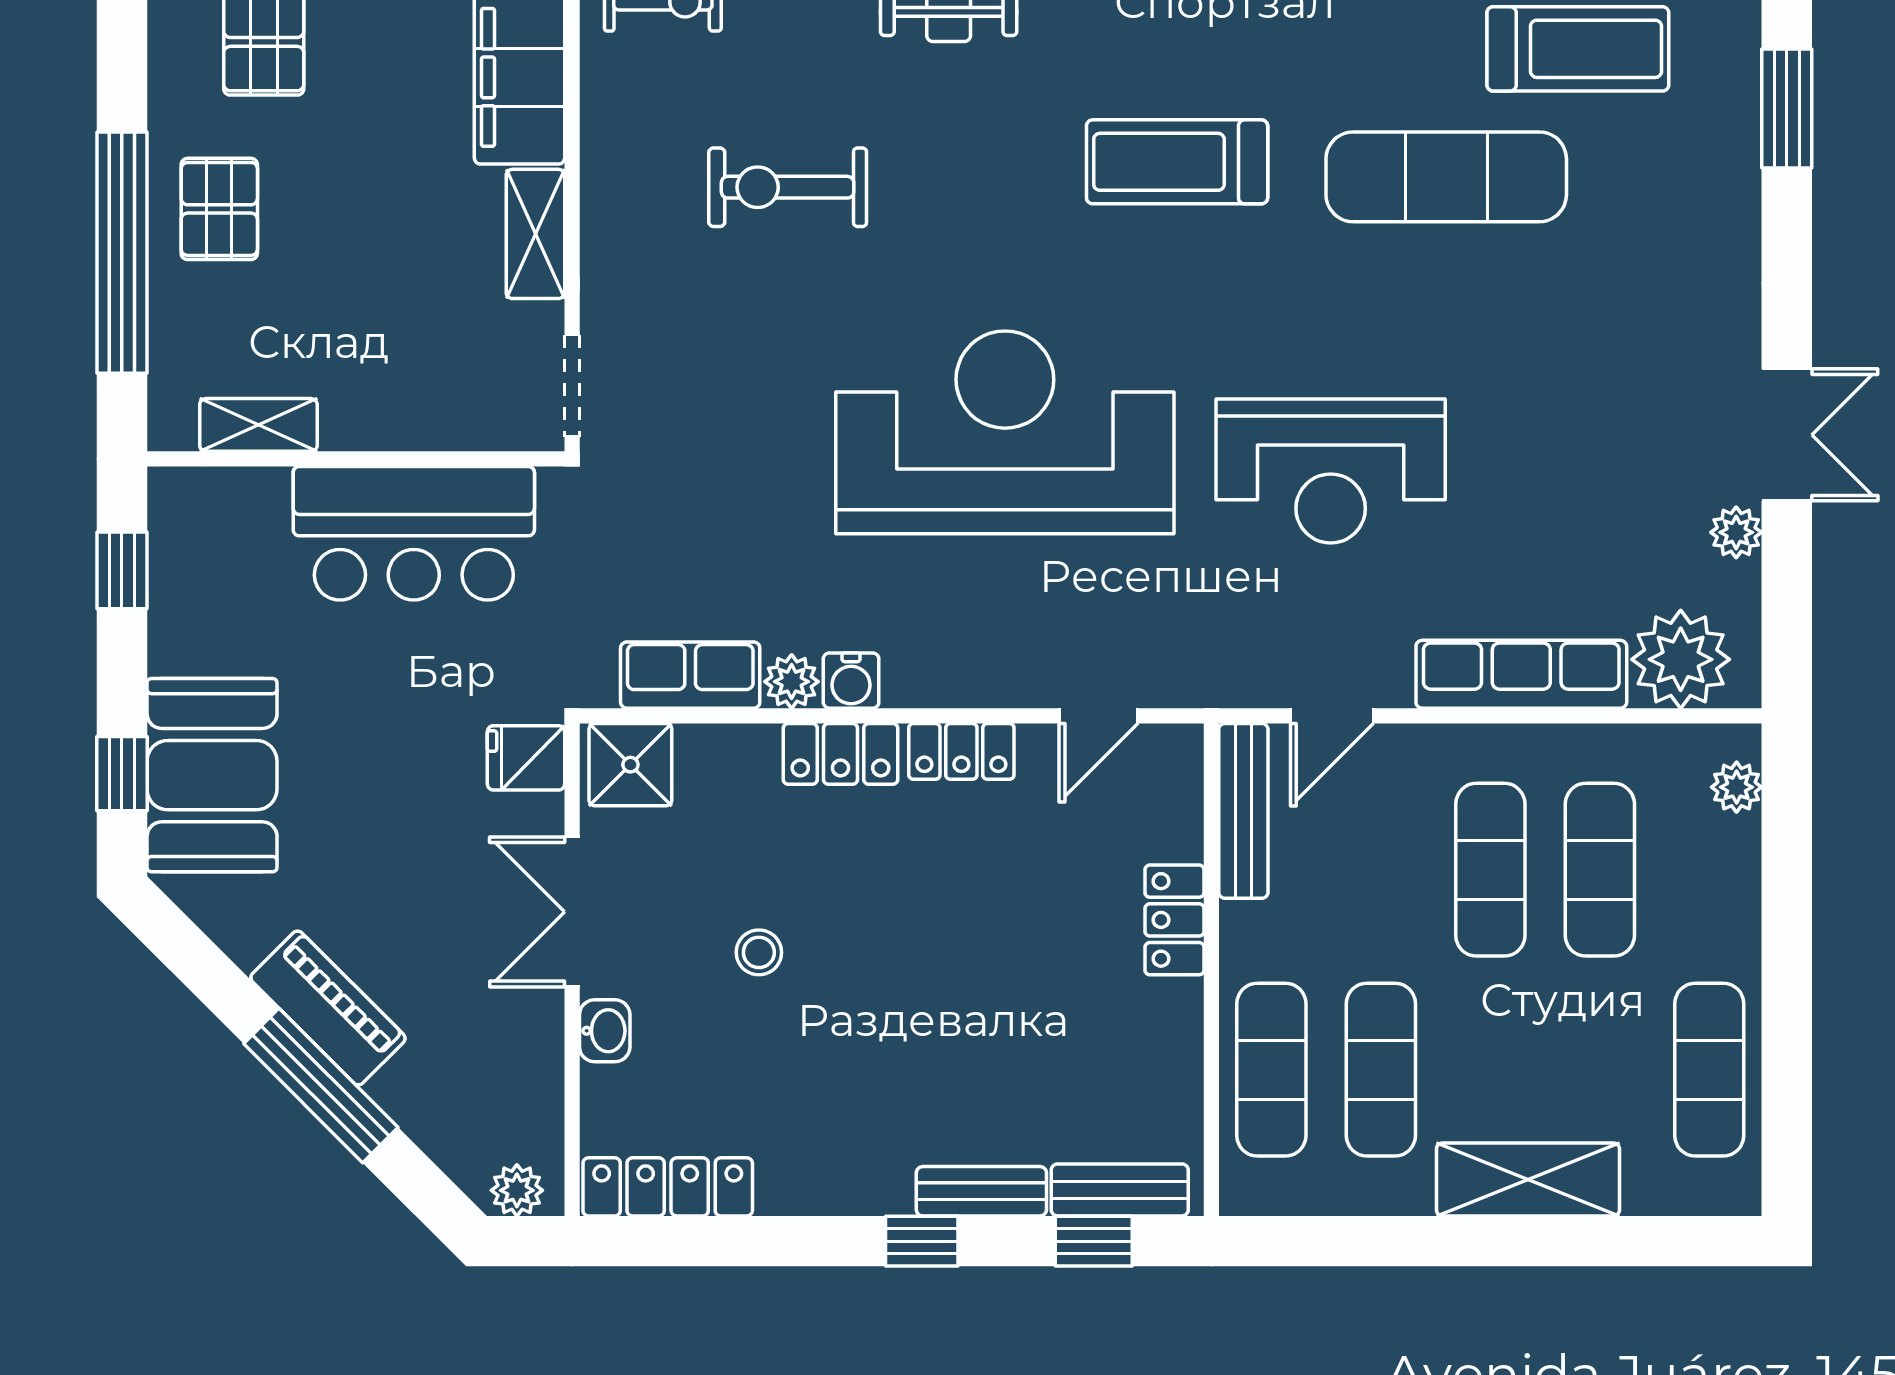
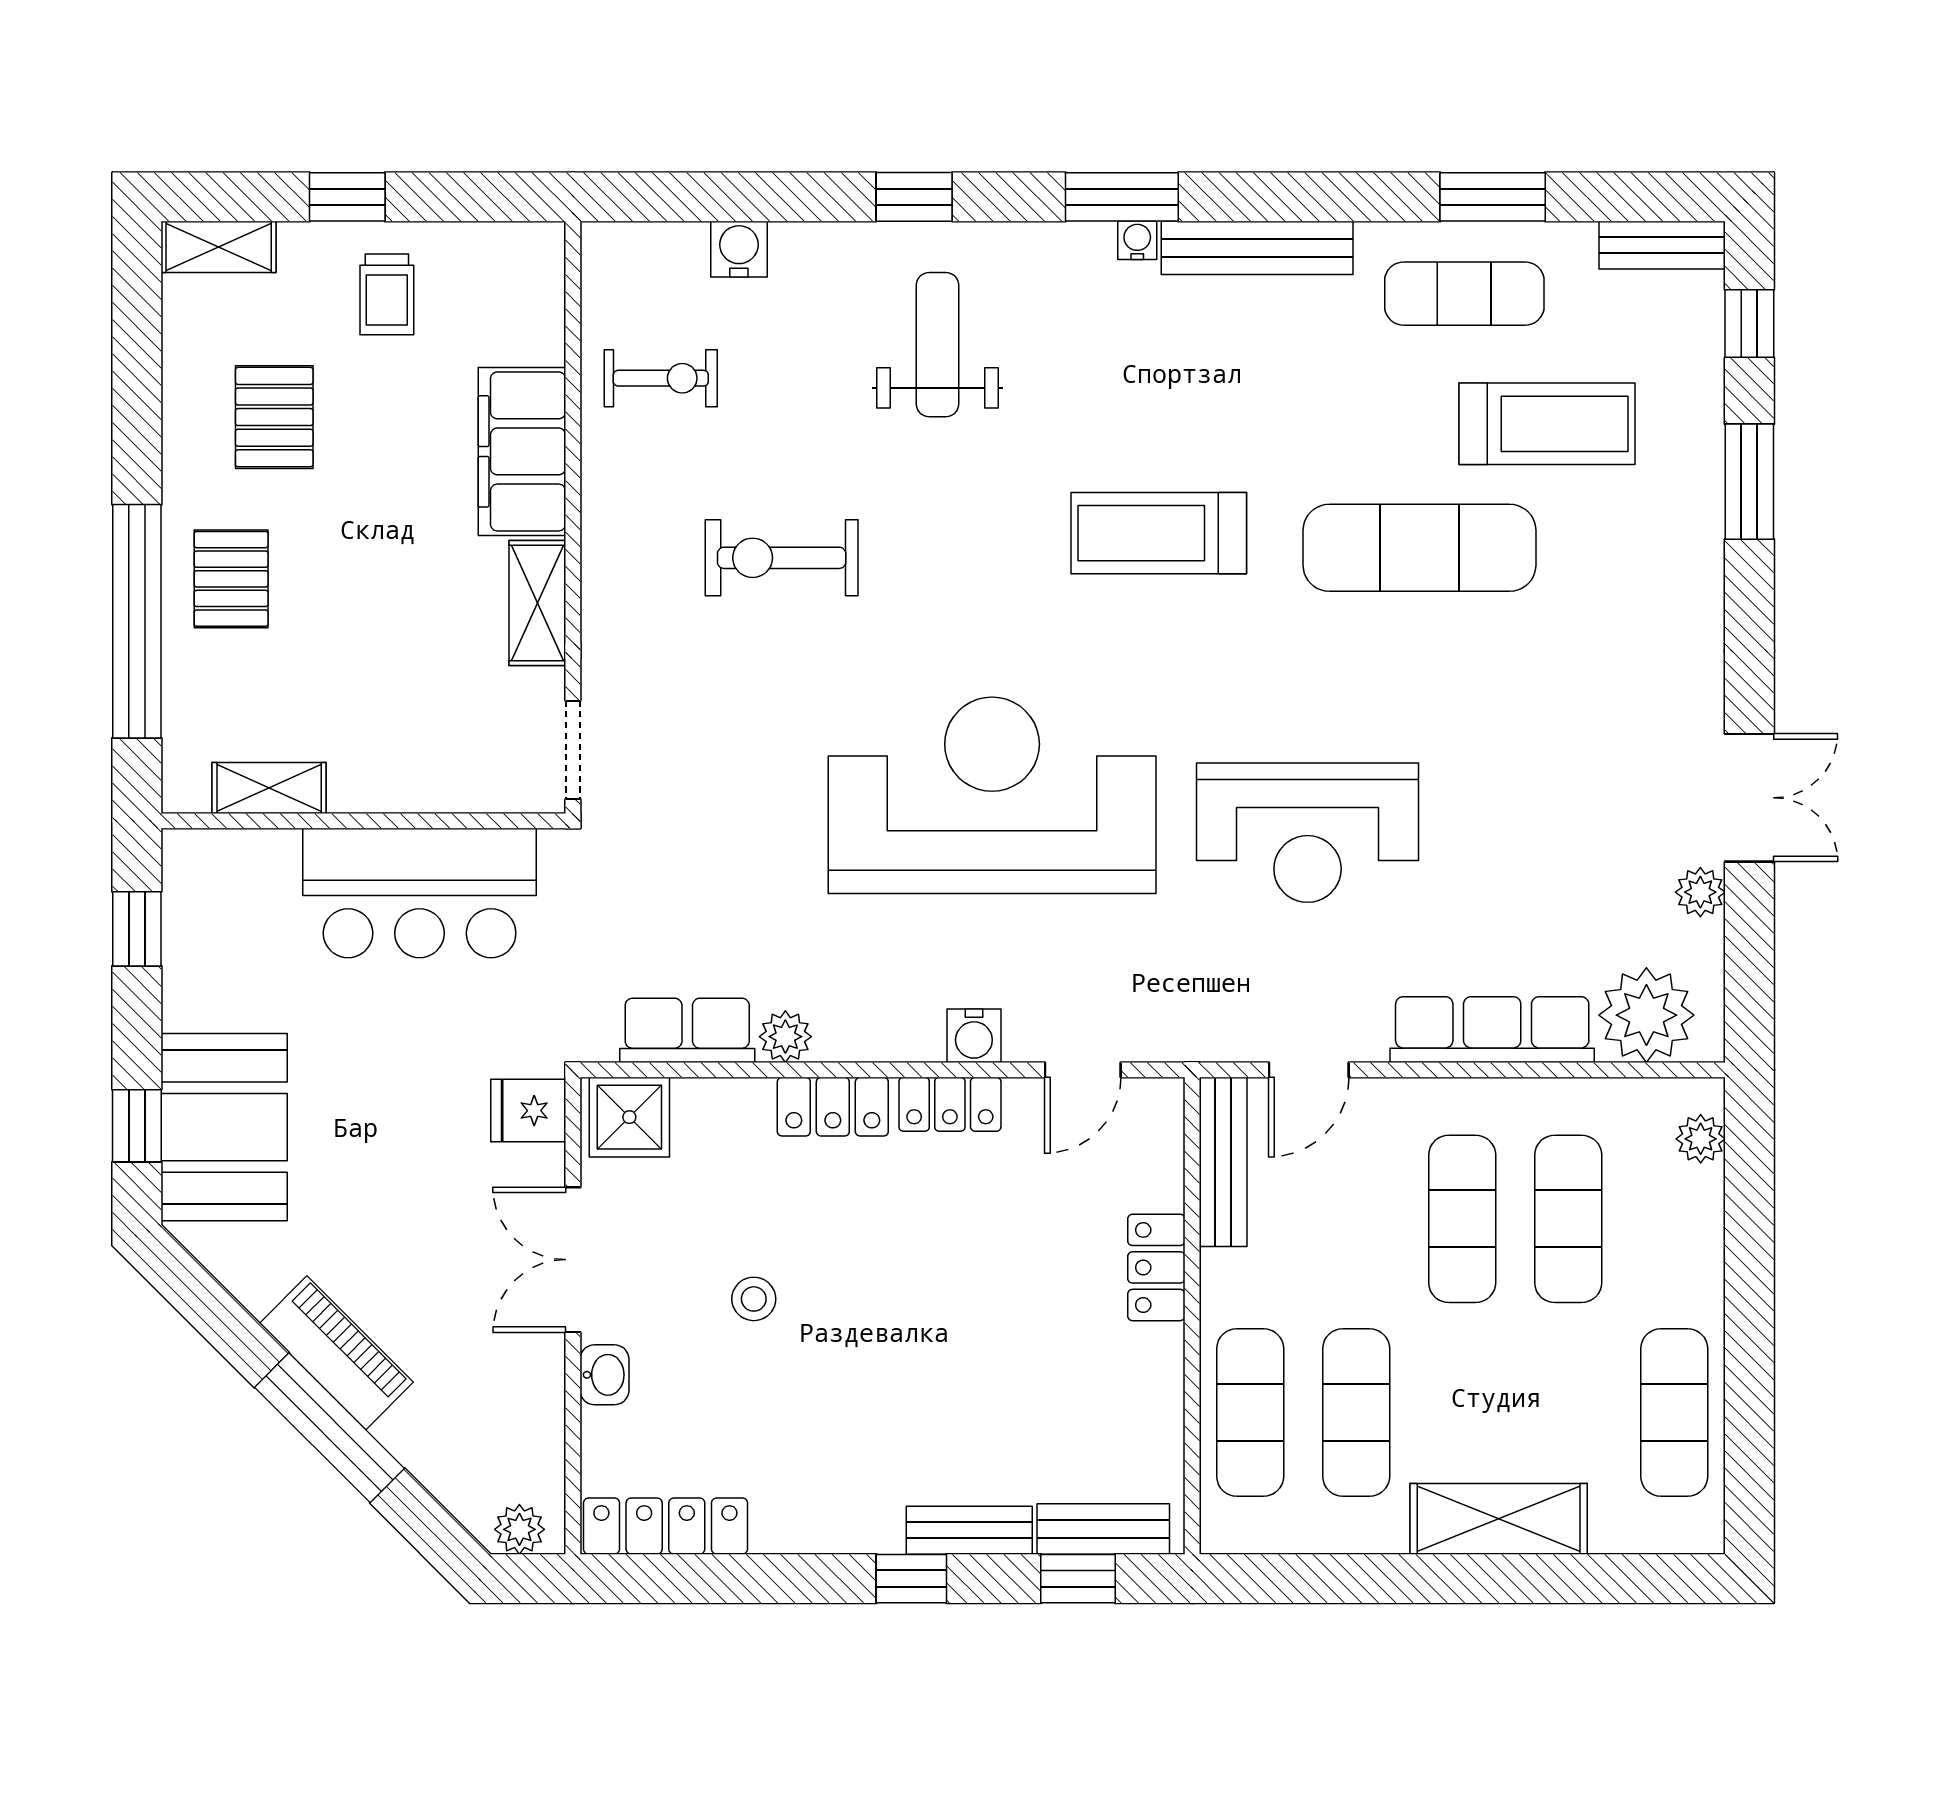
water cooler: (851, 681) -> (974, 1036), moved

